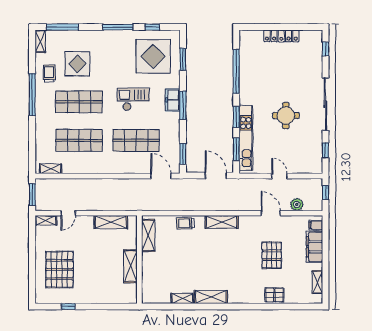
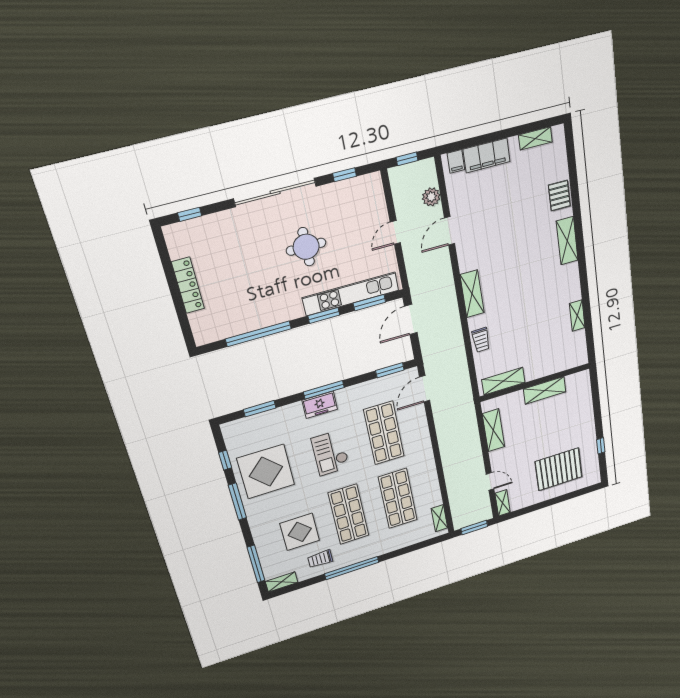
display table: (153, 56) -> (266, 472), moved
pallet: (272, 255) -> (507, 214), removed
shelving: (211, 297) -> (567, 241), moved

